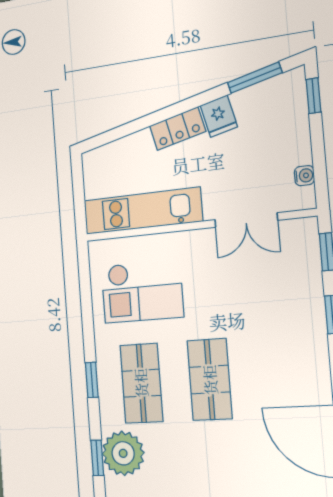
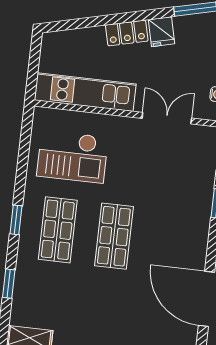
double door: (246, 220) -> (167, 118), swing flipped
plant: (123, 453) -> (32, 283), removed

